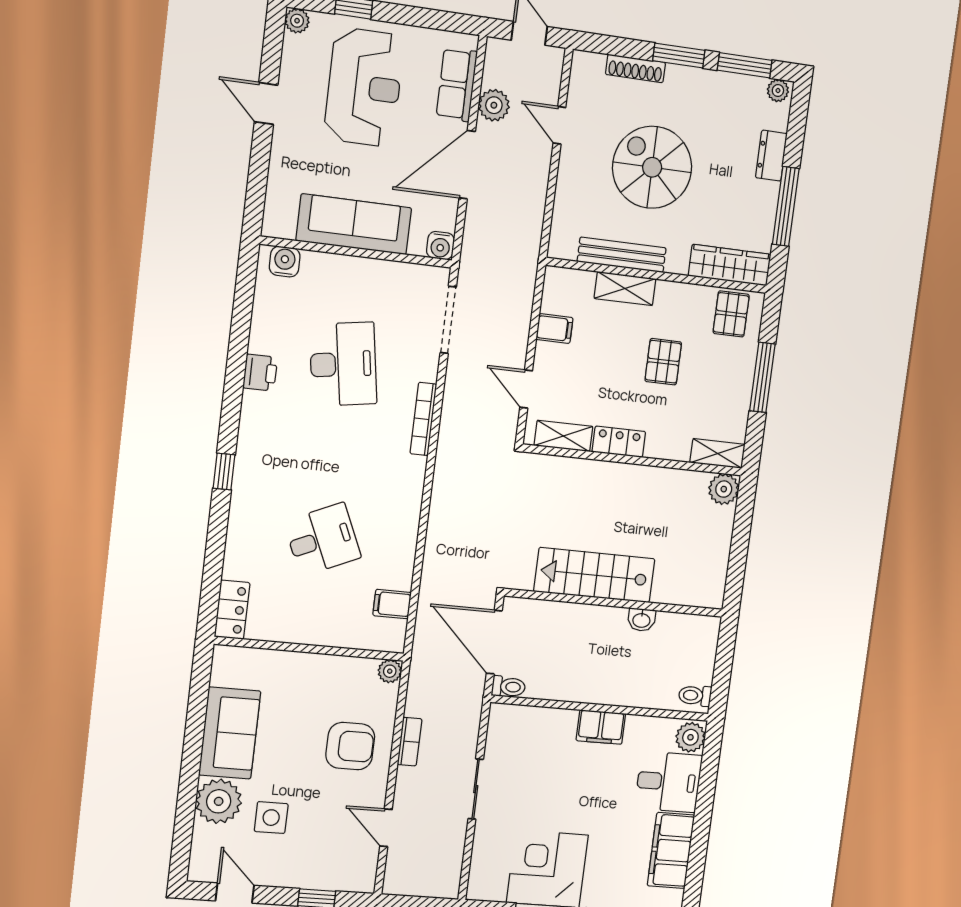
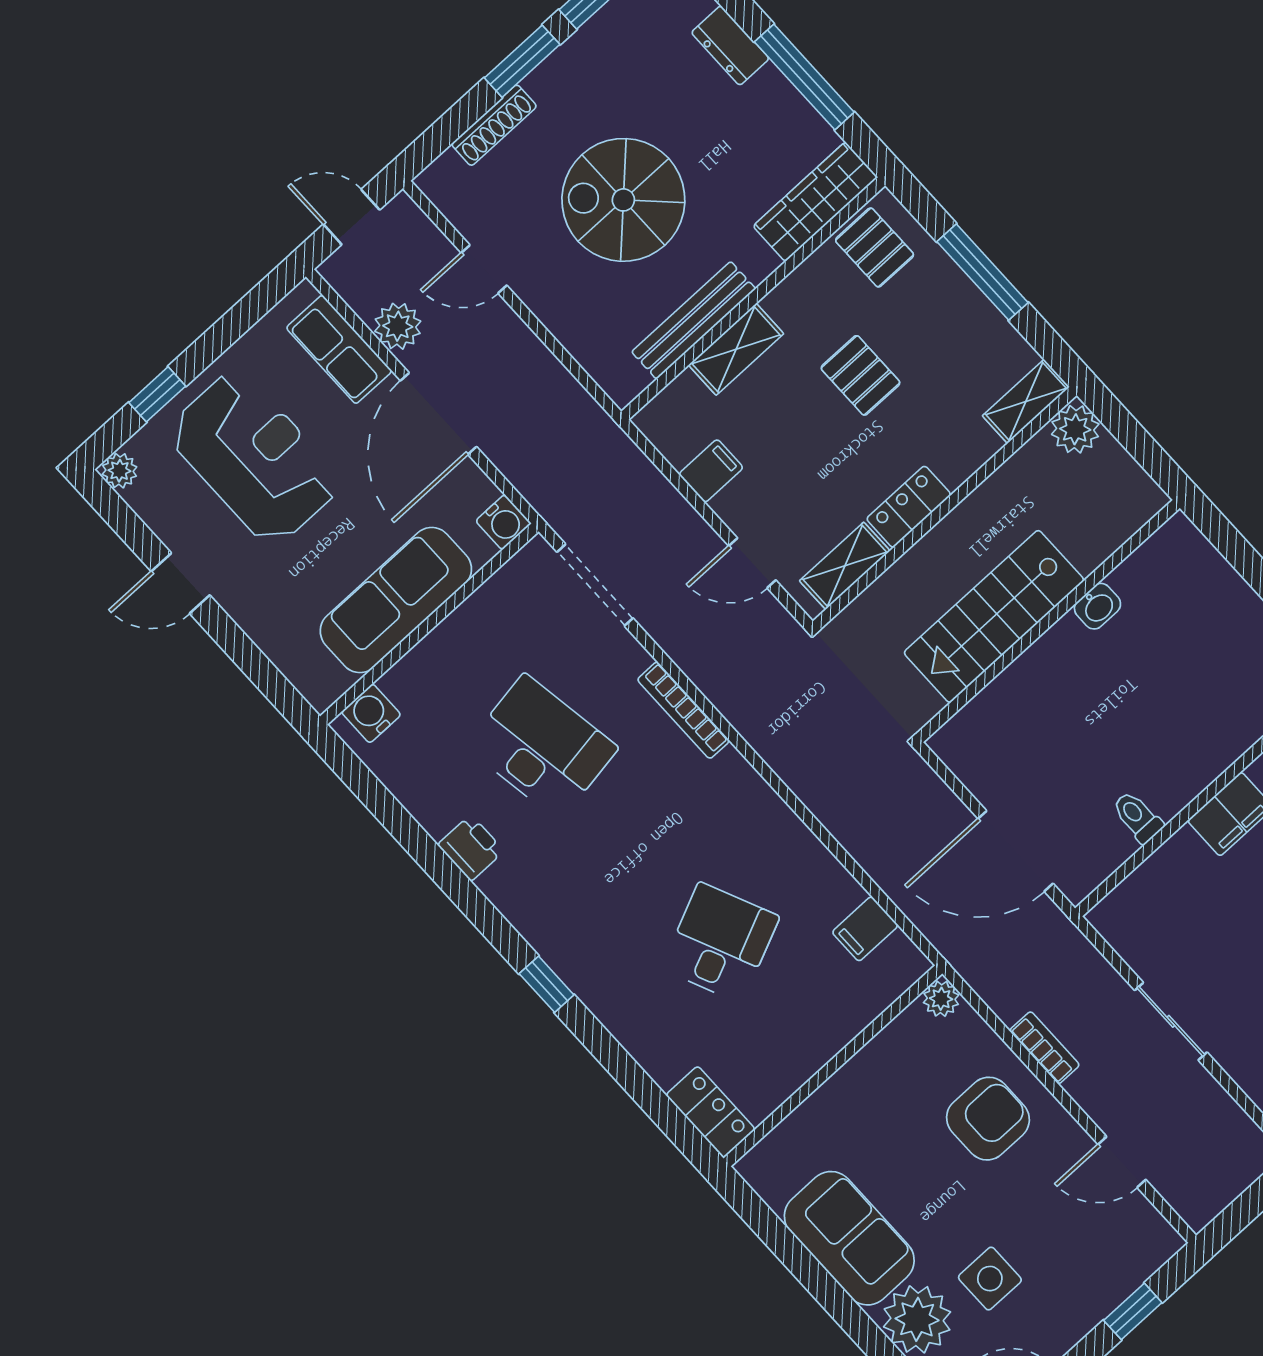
stairs: (594, 575) -> (994, 616), moved
wall: (614, 603) -> (1048, 621), moved
washbasin: (641, 620) -> (1097, 606), moved
toilet: (508, 687) -> (1137, 817), moved, turned -90

